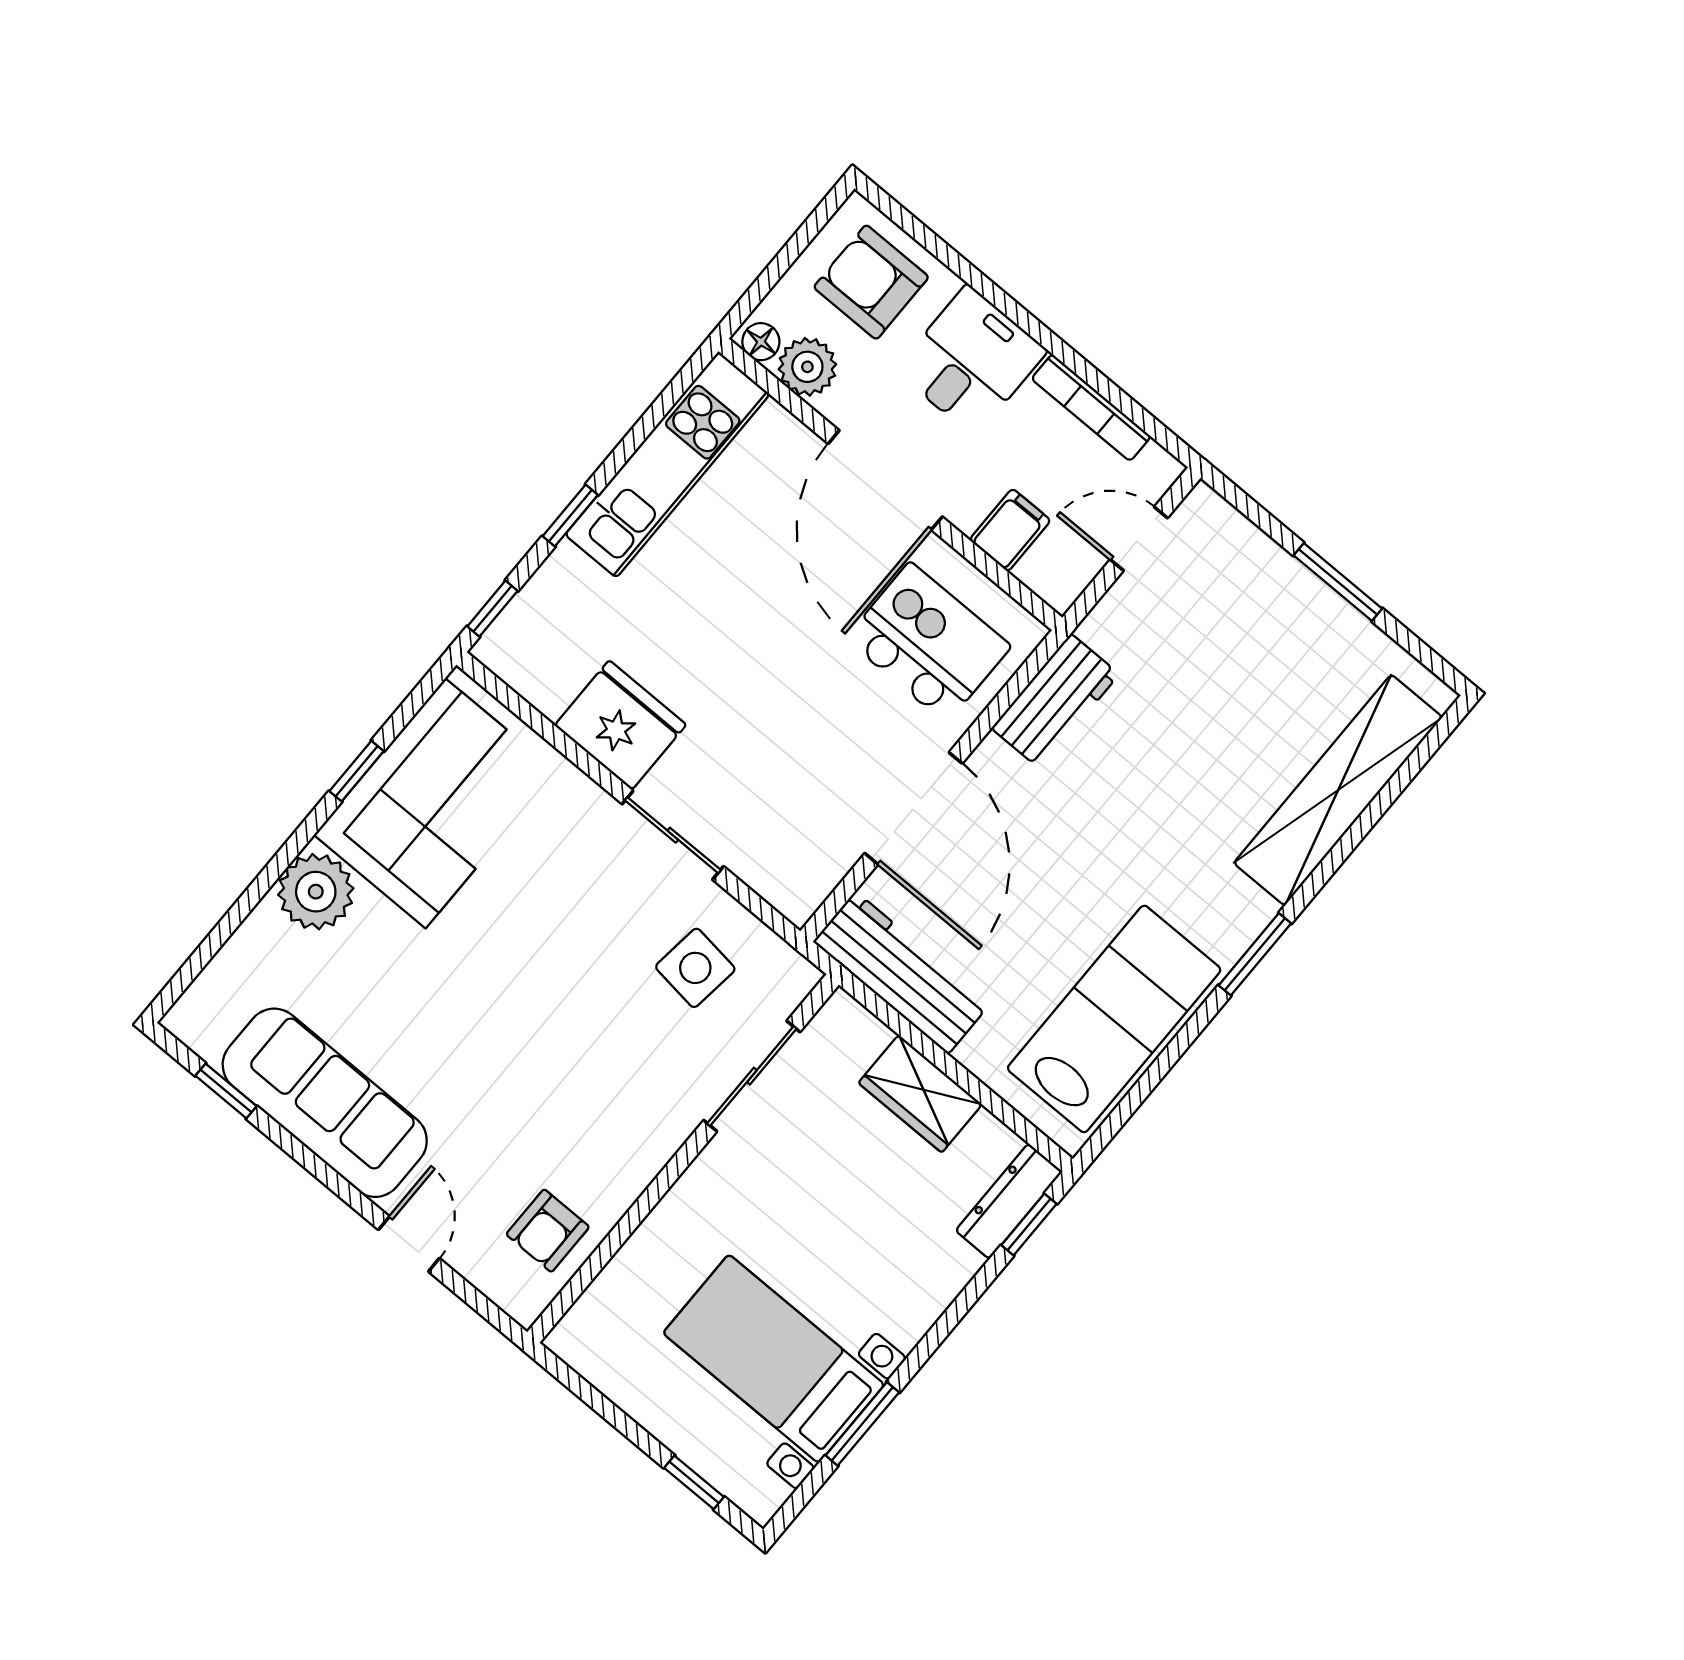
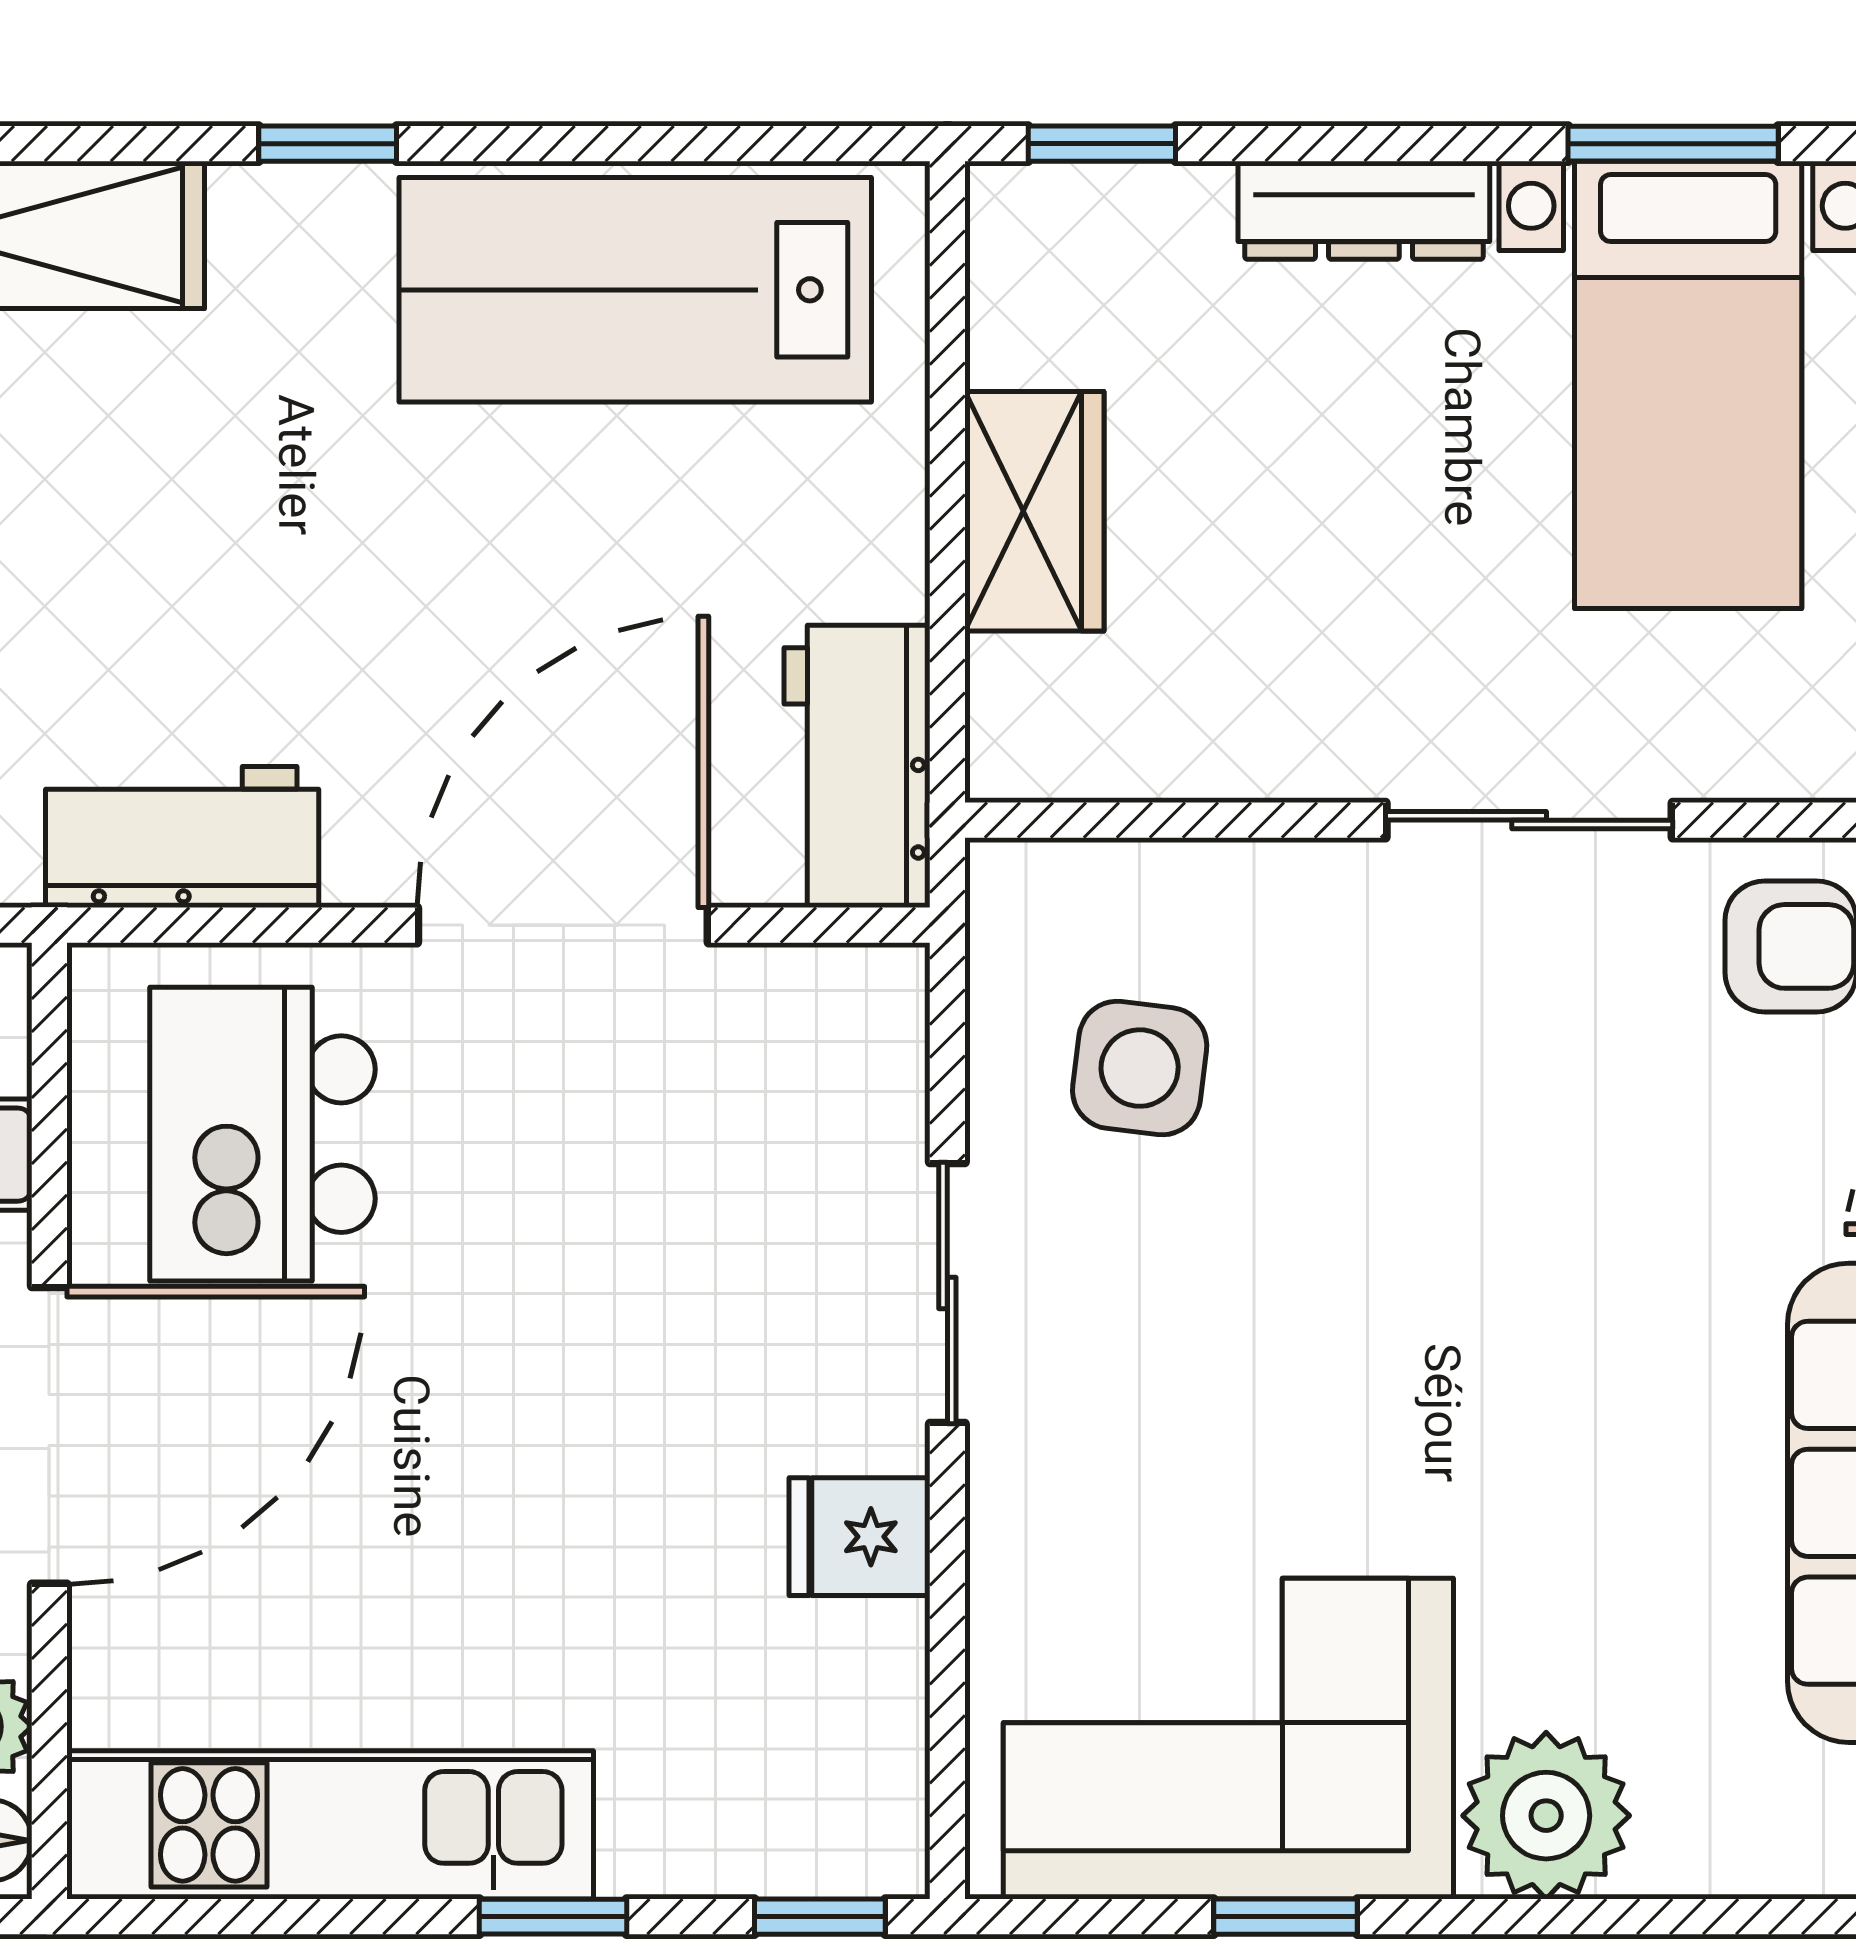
fridge: (620, 725) -> (860, 1537), width x0.53, depth x0.75
window: (1255, 954) -> (328, 144), width x0.67
workbench: (902, 973) -> (857, 766), width x0.73
sliding door: (752, 1076) -> (1529, 820), moved
dresser: (1009, 1201) -> (1364, 210), moved

